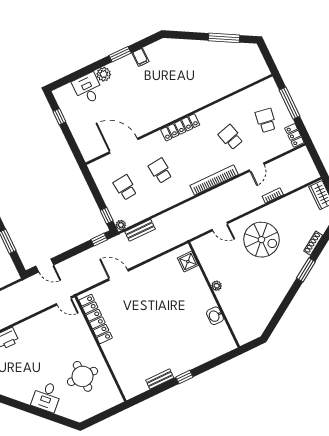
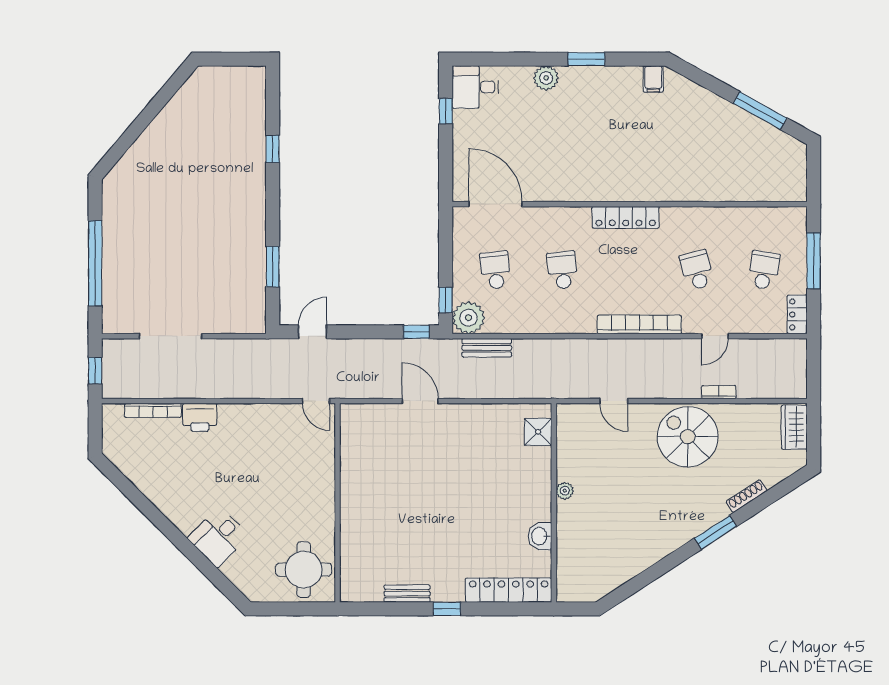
filing cabinet: (140, 57) -> (653, 79), moved
desk: (88, 89) -> (475, 87), moved, turned -90
door: (124, 146) -> (496, 204), moved
plant: (121, 225) -> (468, 318), width x1.87, depth x1.87
spiral stairs: (261, 240) -> (688, 437), moved, turned 180
door: (45, 265) -> (313, 332), swing flipped
locker: (96, 319) -> (509, 590), moved, turned -90
round table: (83, 376) -> (304, 570), moved

